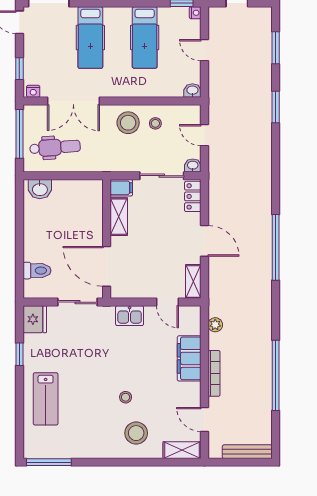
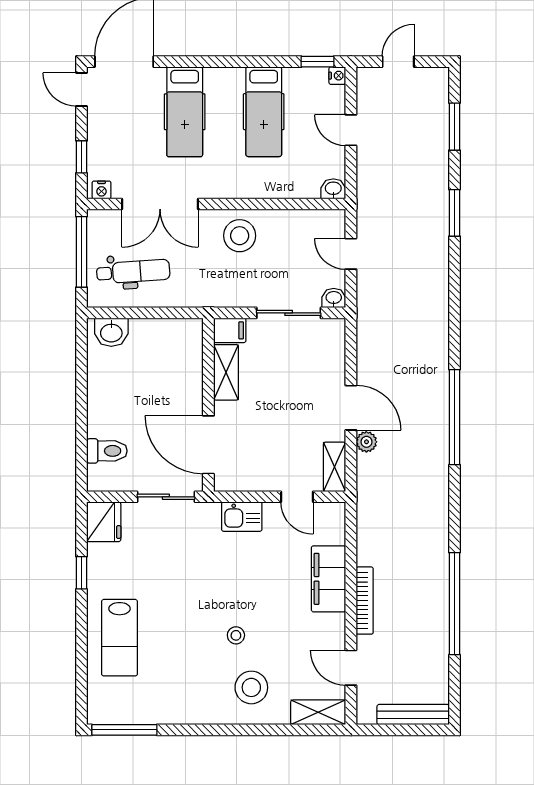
stool: (155, 123) -> (279, 237), removed
locker: (193, 196) -> (334, 343), removed
plant: (215, 325) -> (366, 442), moved

